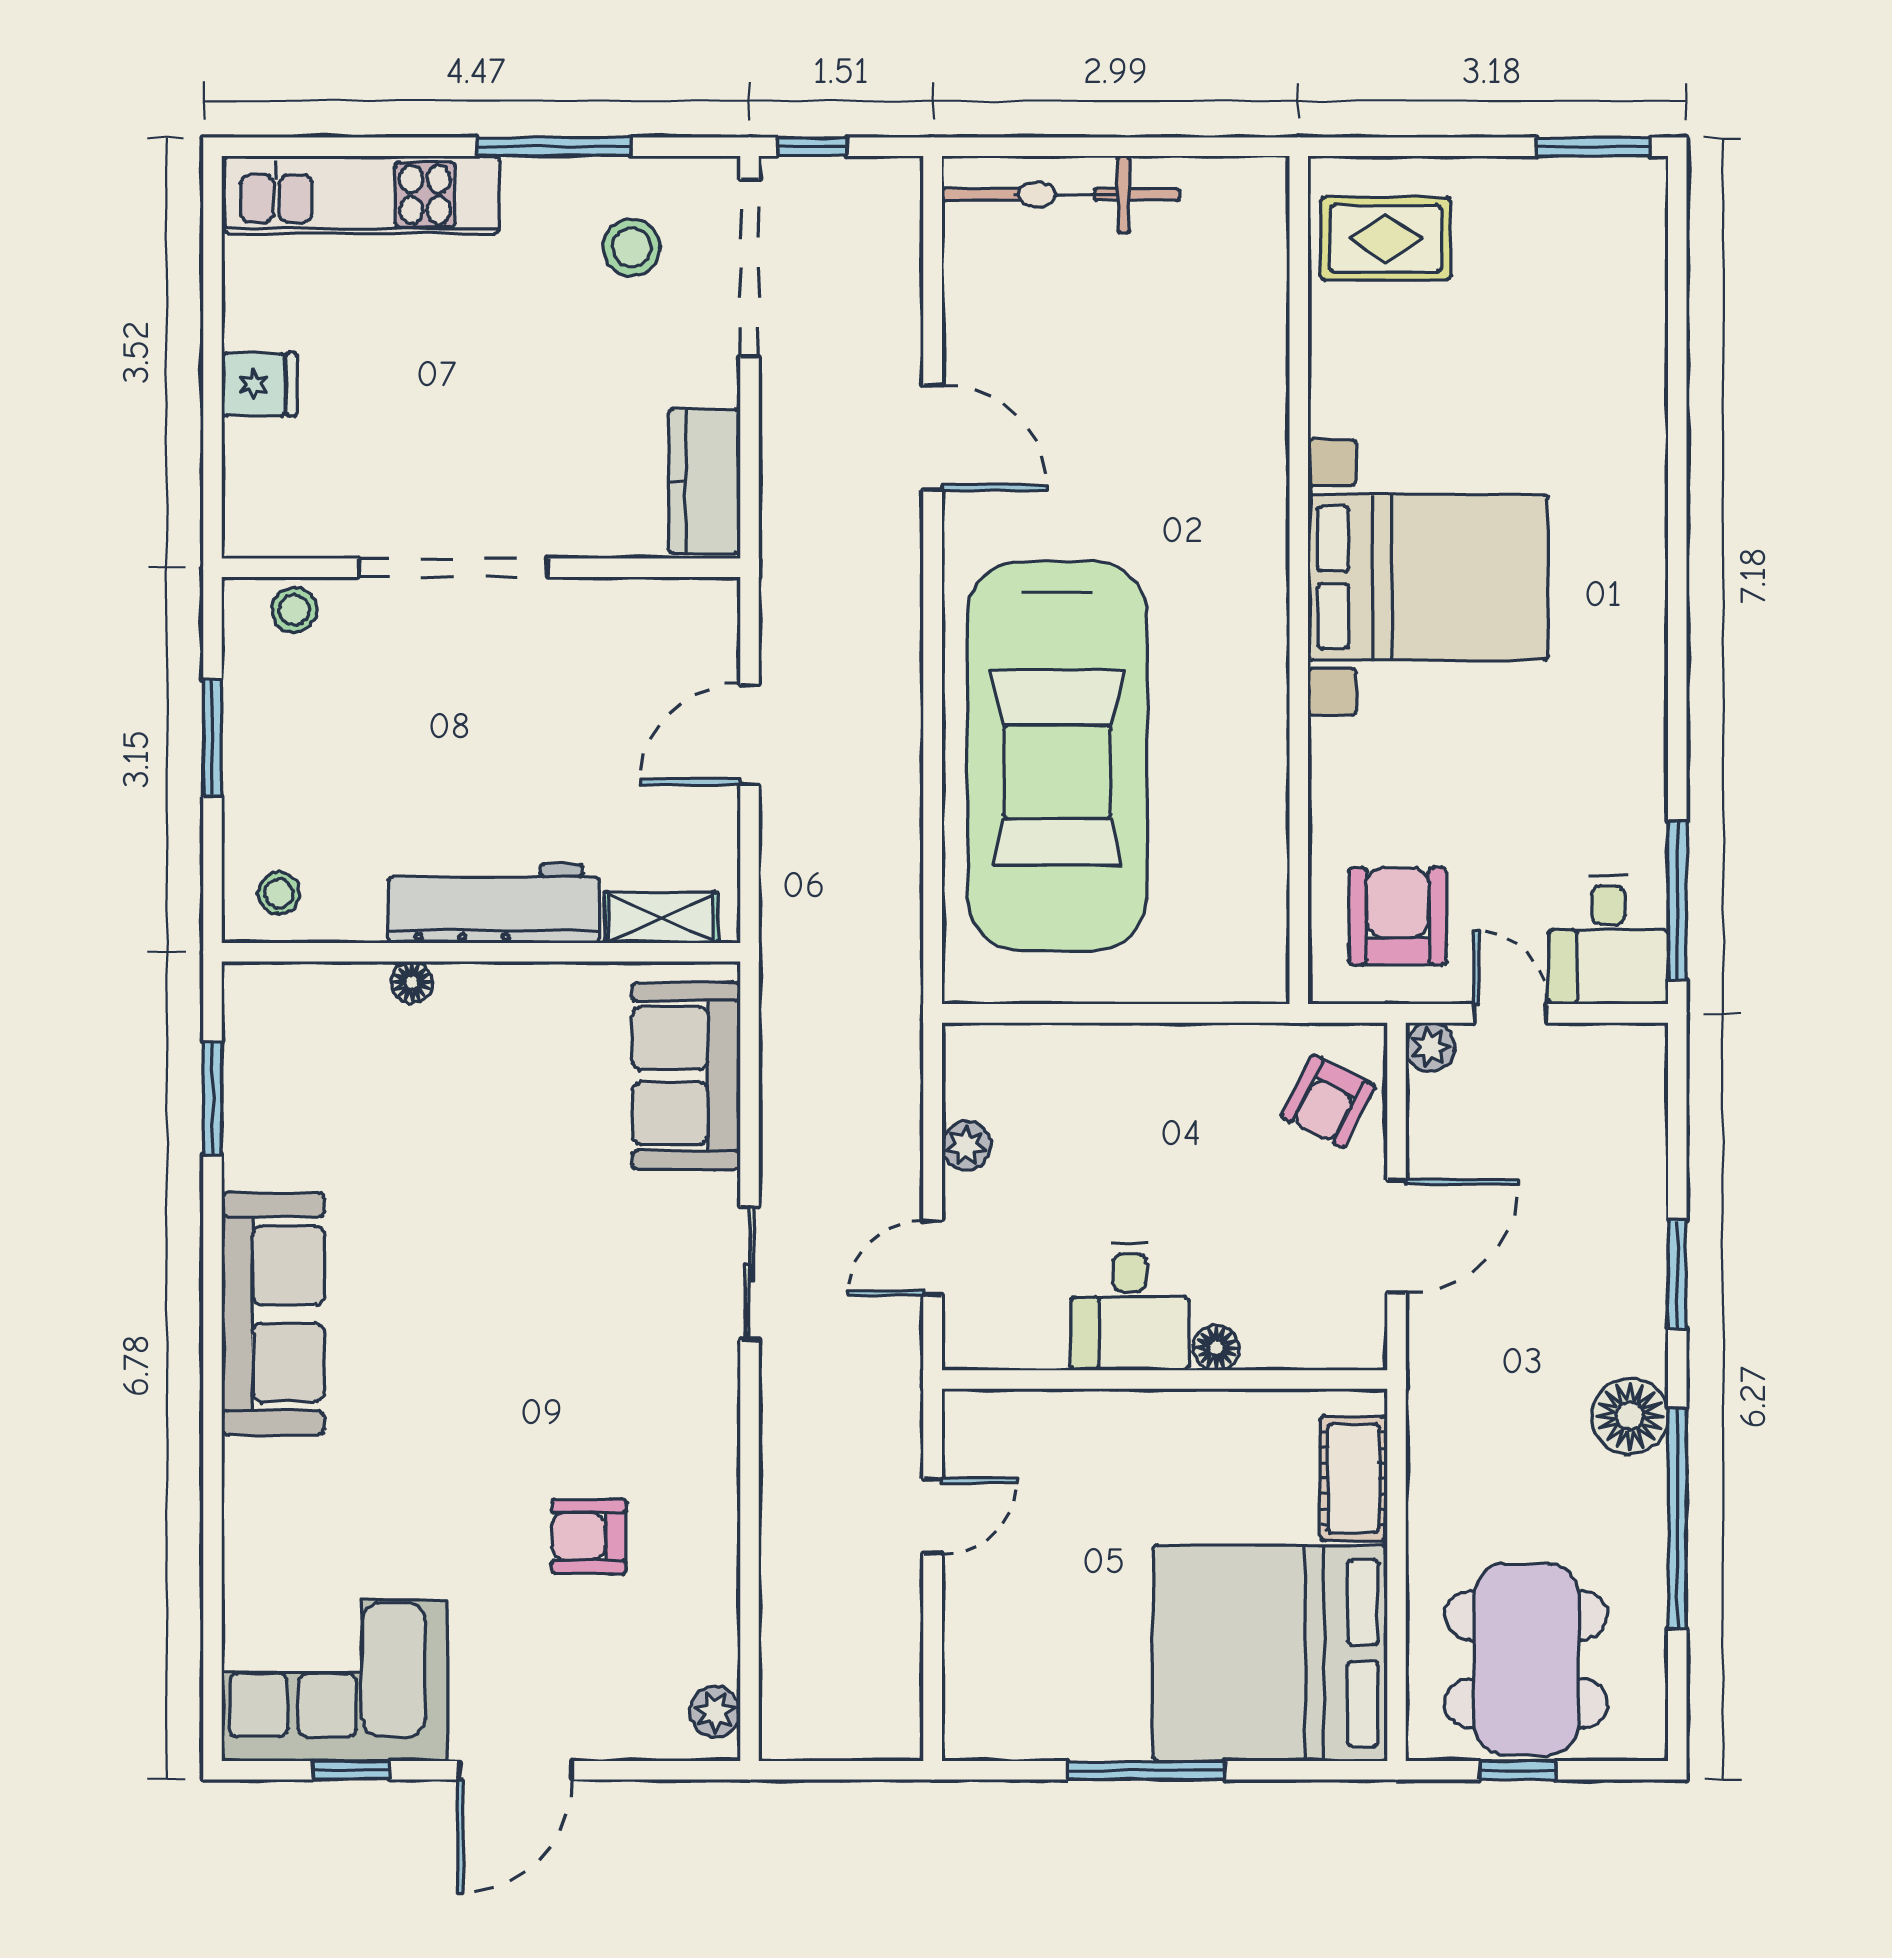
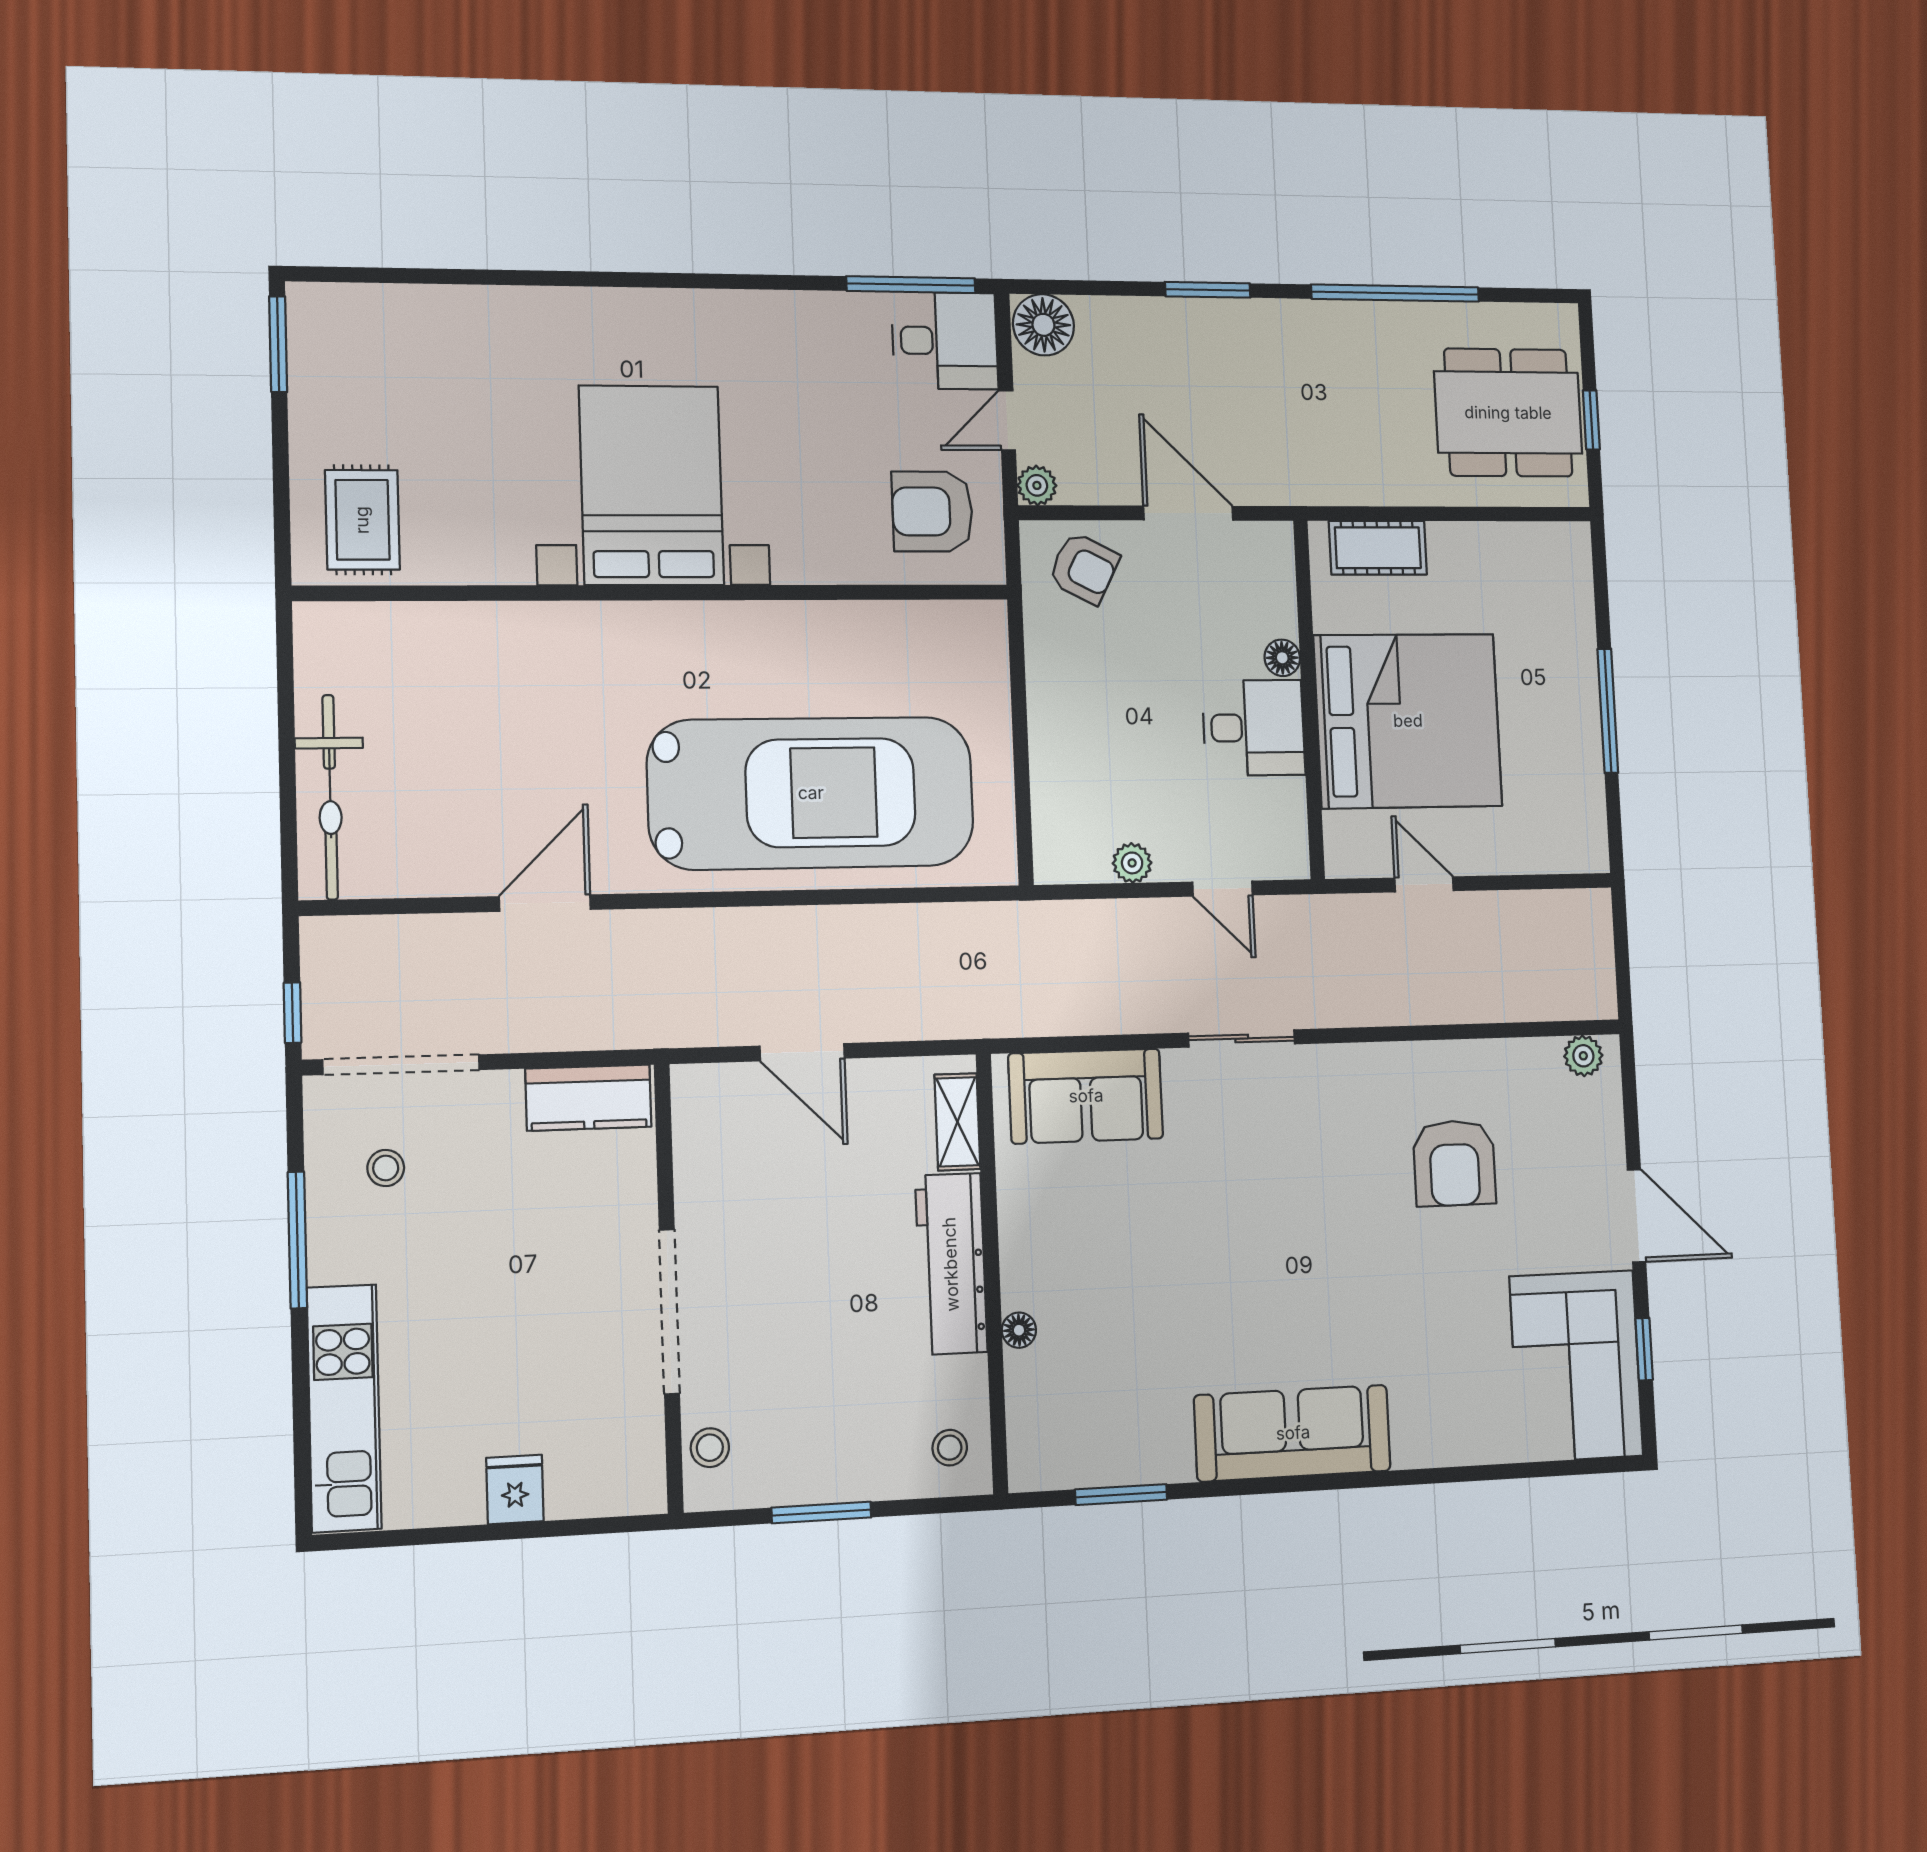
stool: (632, 247) -> (386, 1168), width x0.73, depth x0.73
floor lamp: (1630, 1416) -> (1043, 325), moved
armchair: (589, 1537) -> (1454, 1163), width x1.38, depth x1.38
bed: (1270, 1653) -> (1408, 721), moved, turned -90

